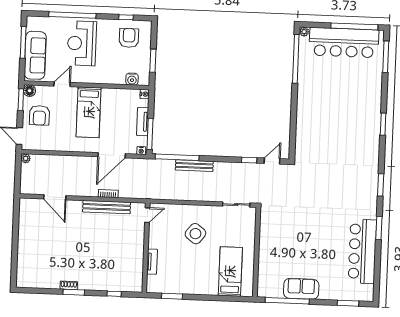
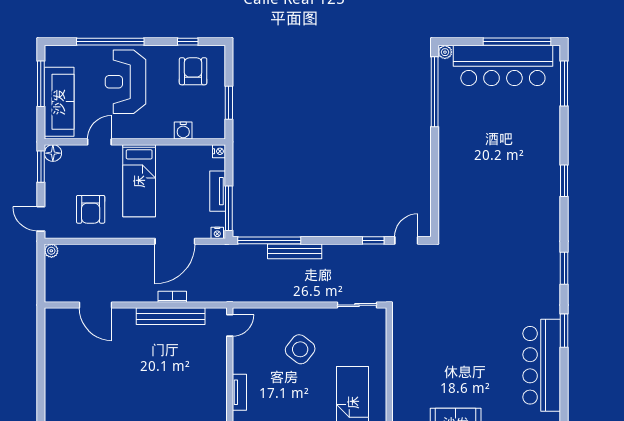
water cooler: (132, 79) -> (183, 130), moved
armchair: (39, 115) -> (91, 209), moved

